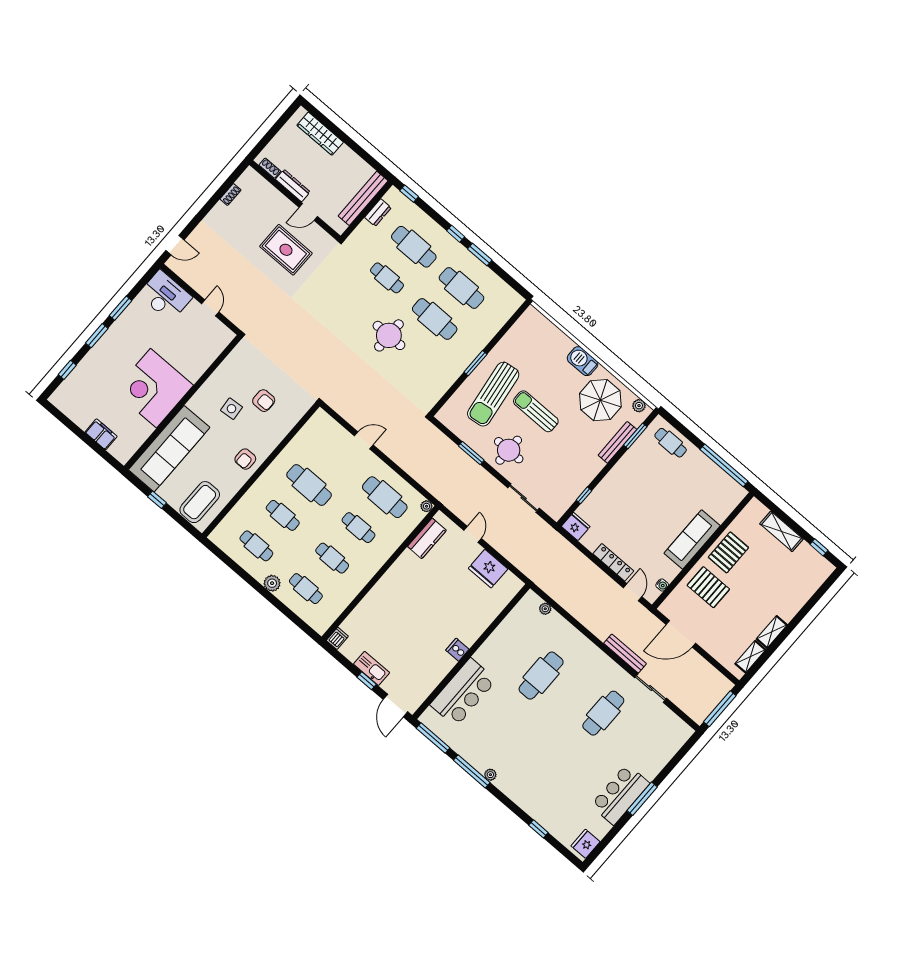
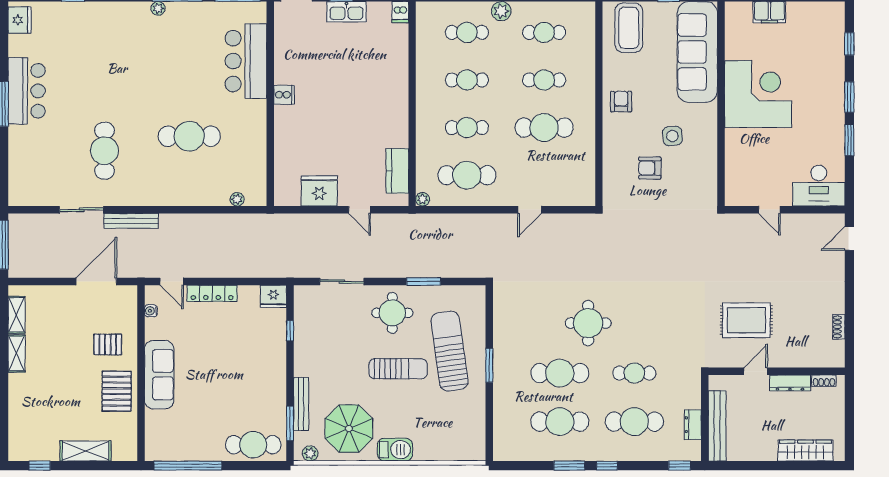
cafe table: (671, 443) -> (253, 445), width x1.37, depth x1.35
pallet: (708, 587) -> (108, 344), width x0.67, depth x0.71
cafe table: (541, 676) -> (189, 136), turned 90

